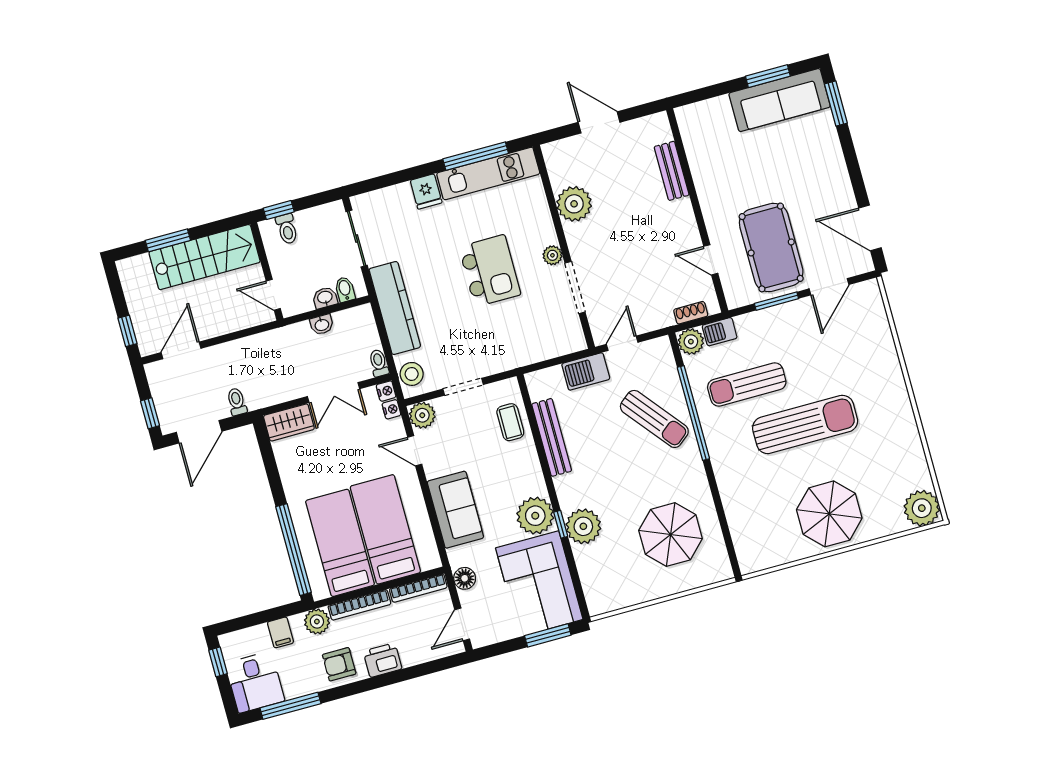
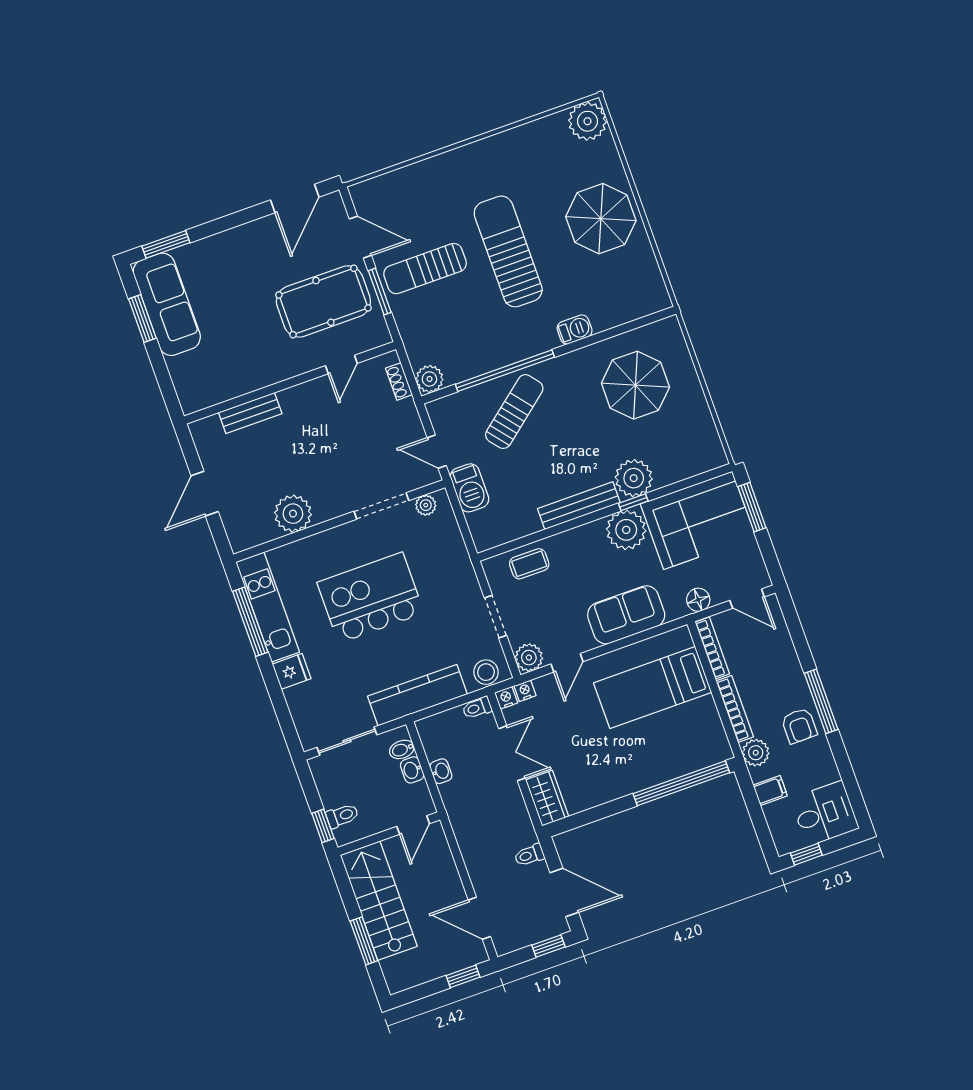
plant: (552, 255) -> (426, 505), moved
kitchen island: (490, 271) -> (370, 598), width x1.37, depth x1.28
barbecue: (720, 332) -> (575, 329), moved, turned -90
sun lounger: (747, 385) -> (425, 269), moved, turned 90
bench: (552, 437) -> (579, 506), moved
bed: (340, 543) -> (671, 735), removed
printer: (383, 660) -> (791, 680), removed
window: (290, 706) -> (821, 701), moved

